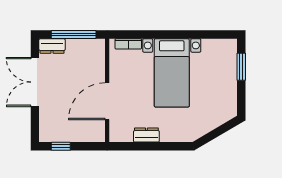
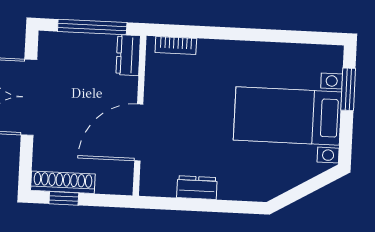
dresser: (52, 46) -> (128, 55), moved, turned 90
bed with nightstands: (172, 73) -> (288, 116), moved, turned 90
shoe rack: (60, 136) -> (63, 182), added

